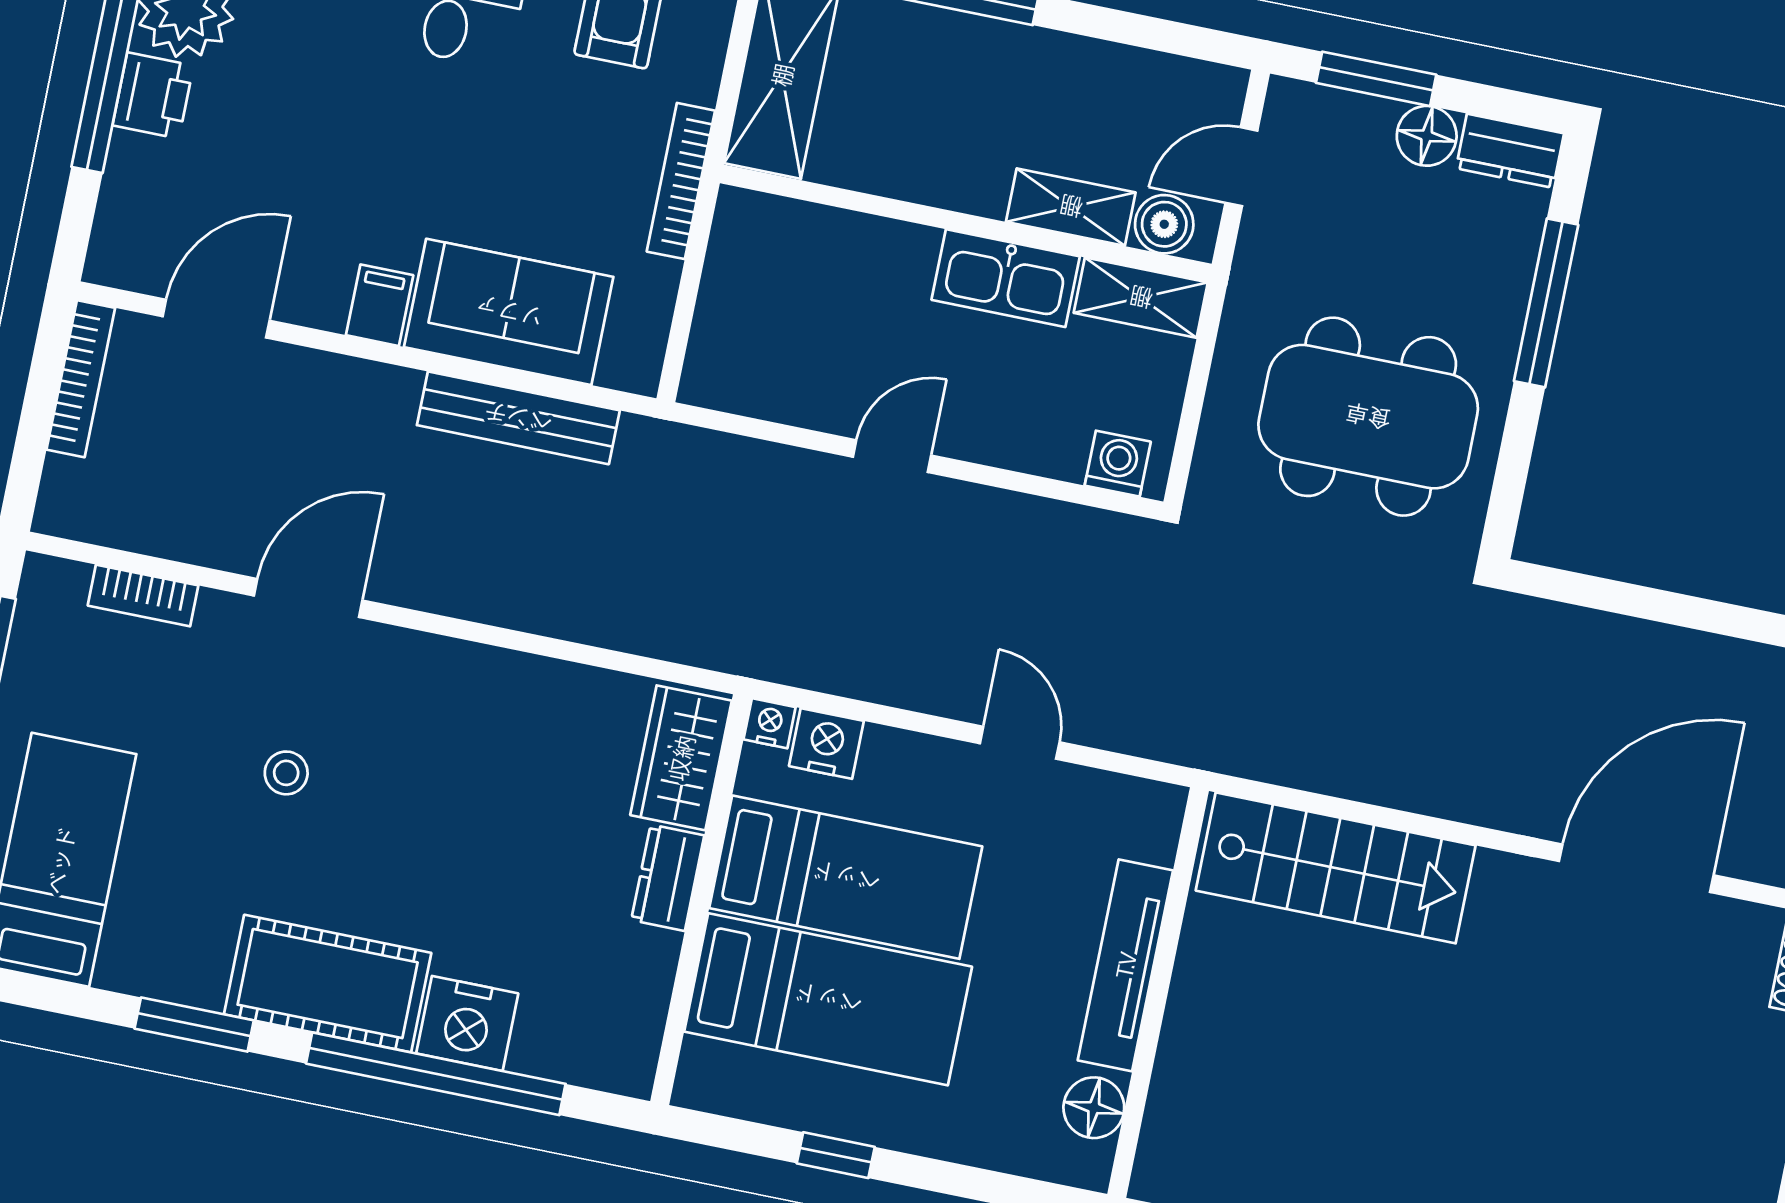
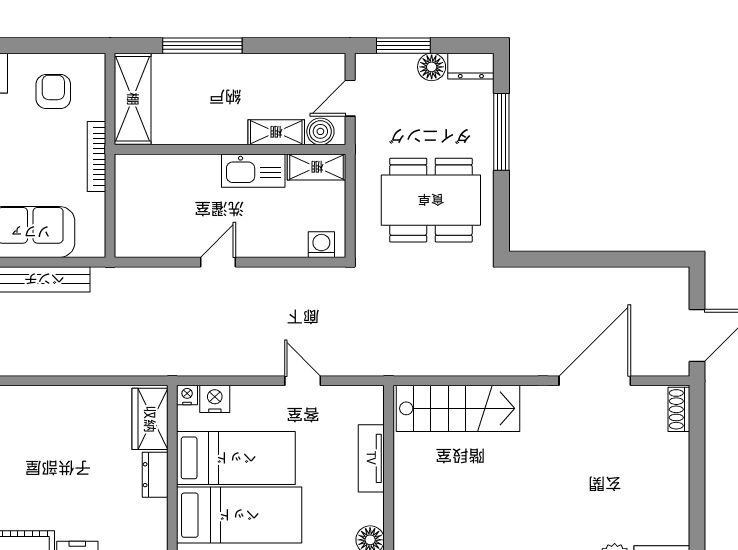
tv unit: (1125, 965) -> (371, 458), width x0.71

